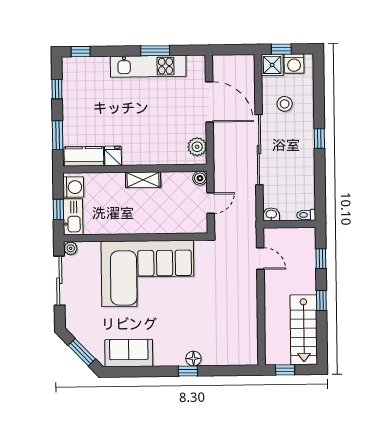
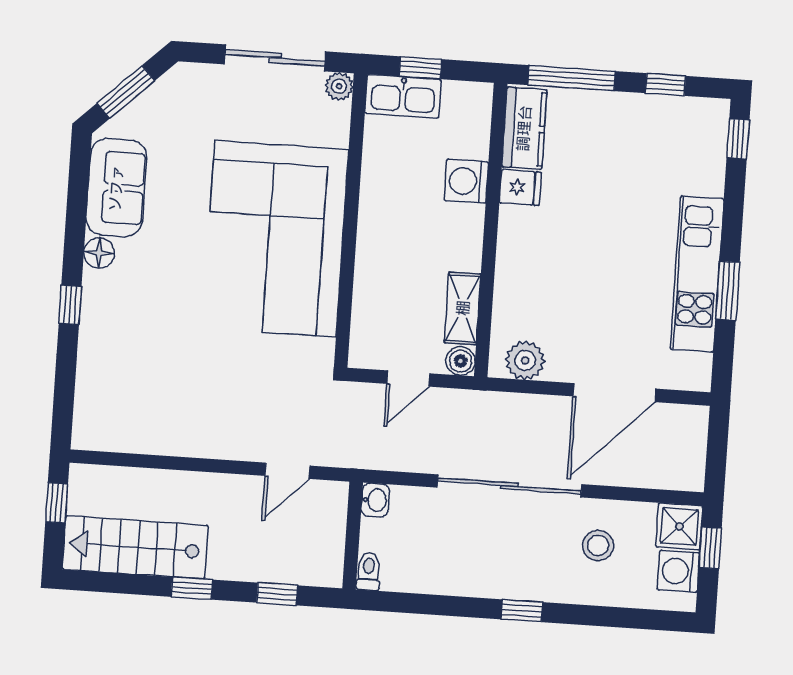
window: (58, 135) -> (572, 78), width x1.44
shelving: (143, 180) -> (463, 308), moved
washing machine: (73, 187) -> (466, 181), moved, turned 90
door: (211, 203) -> (408, 379), hinge flipped
floor lamp: (193, 359) -> (99, 253), moved

